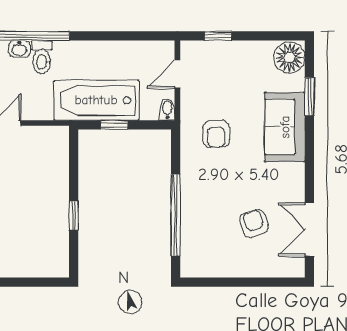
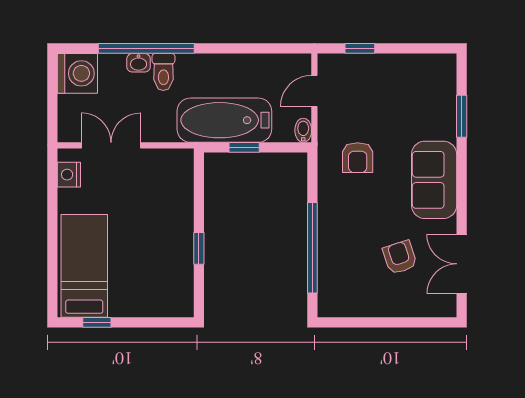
floor lamp: (289, 58) -> (439, 73), removed
sofa: (285, 127) -> (434, 180), moved

